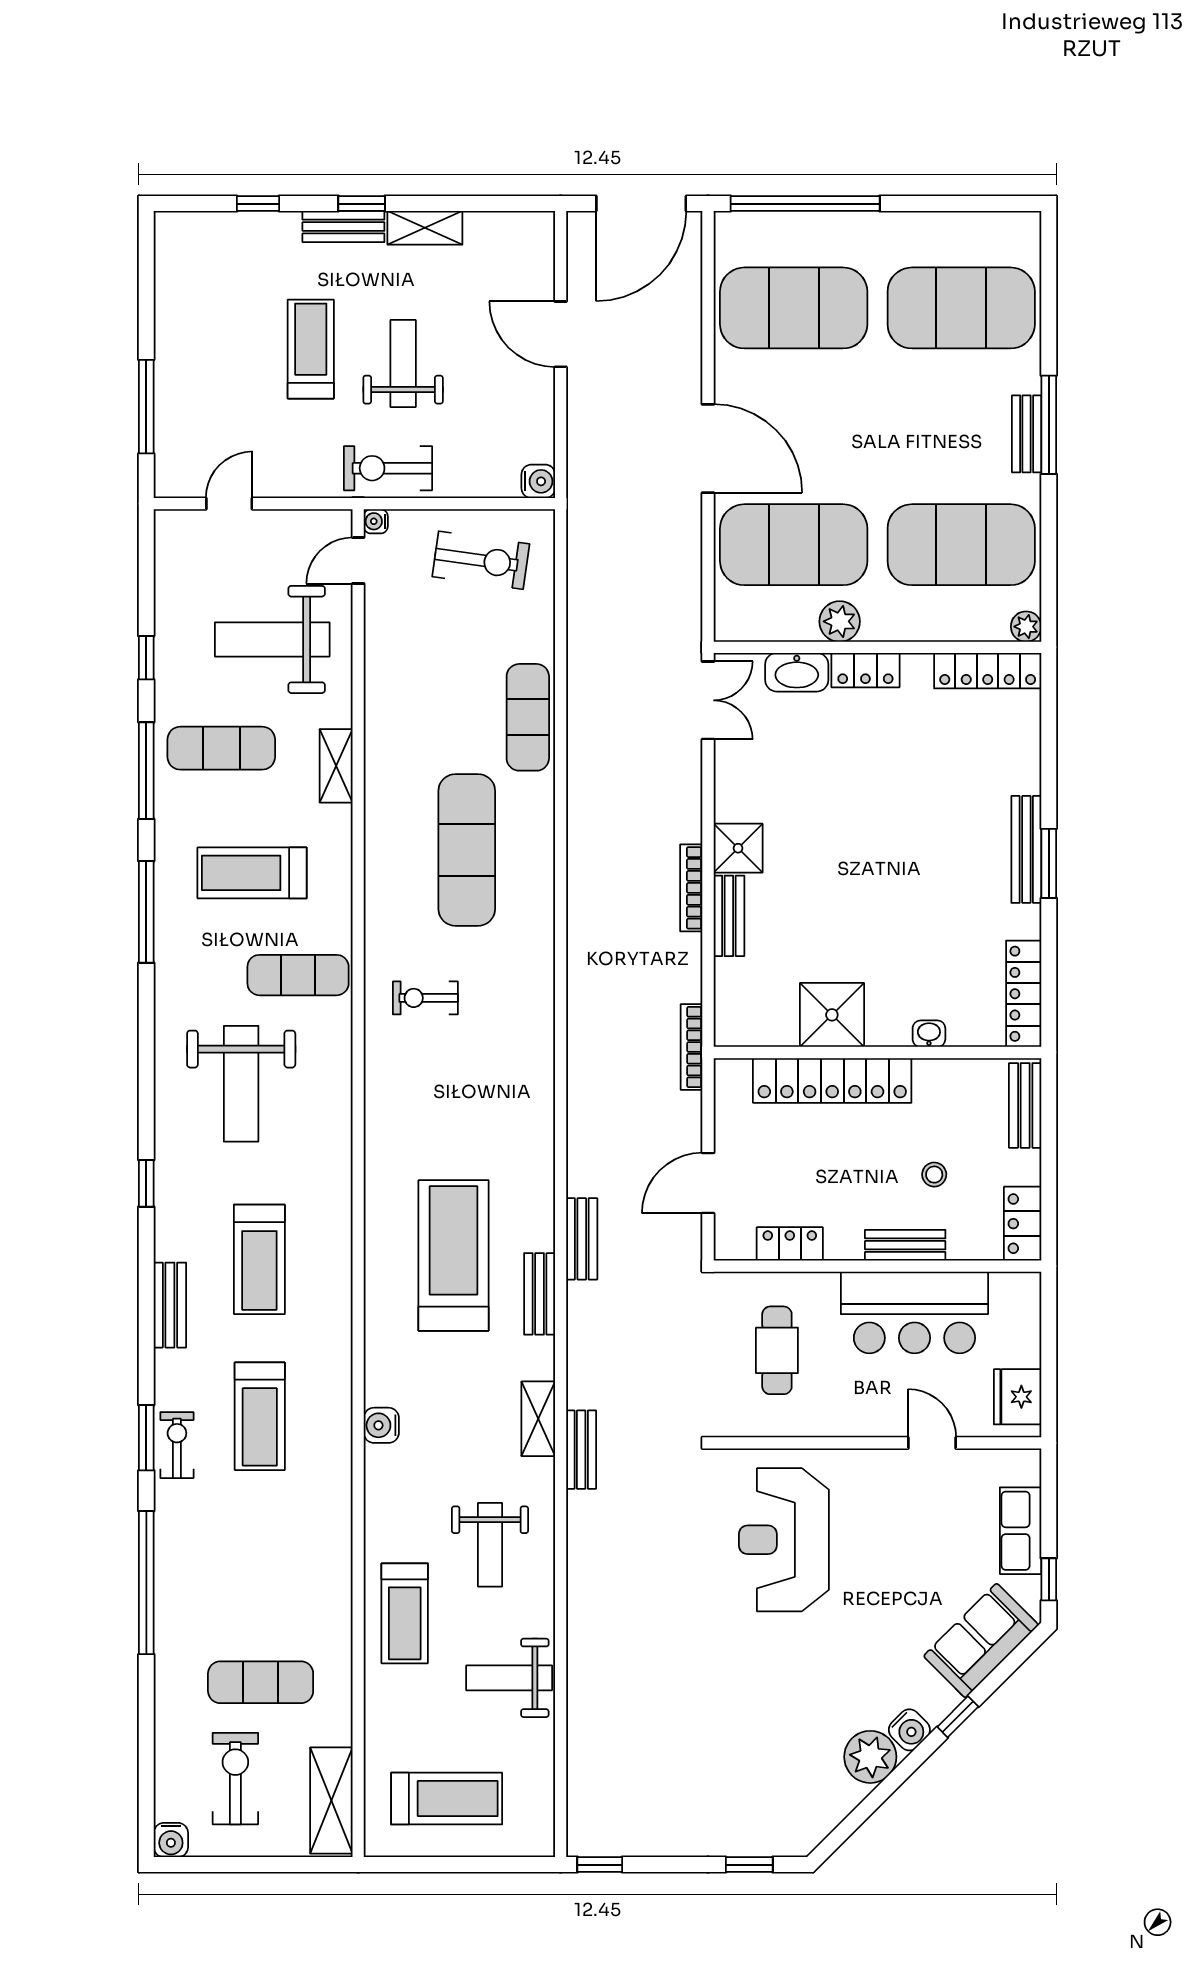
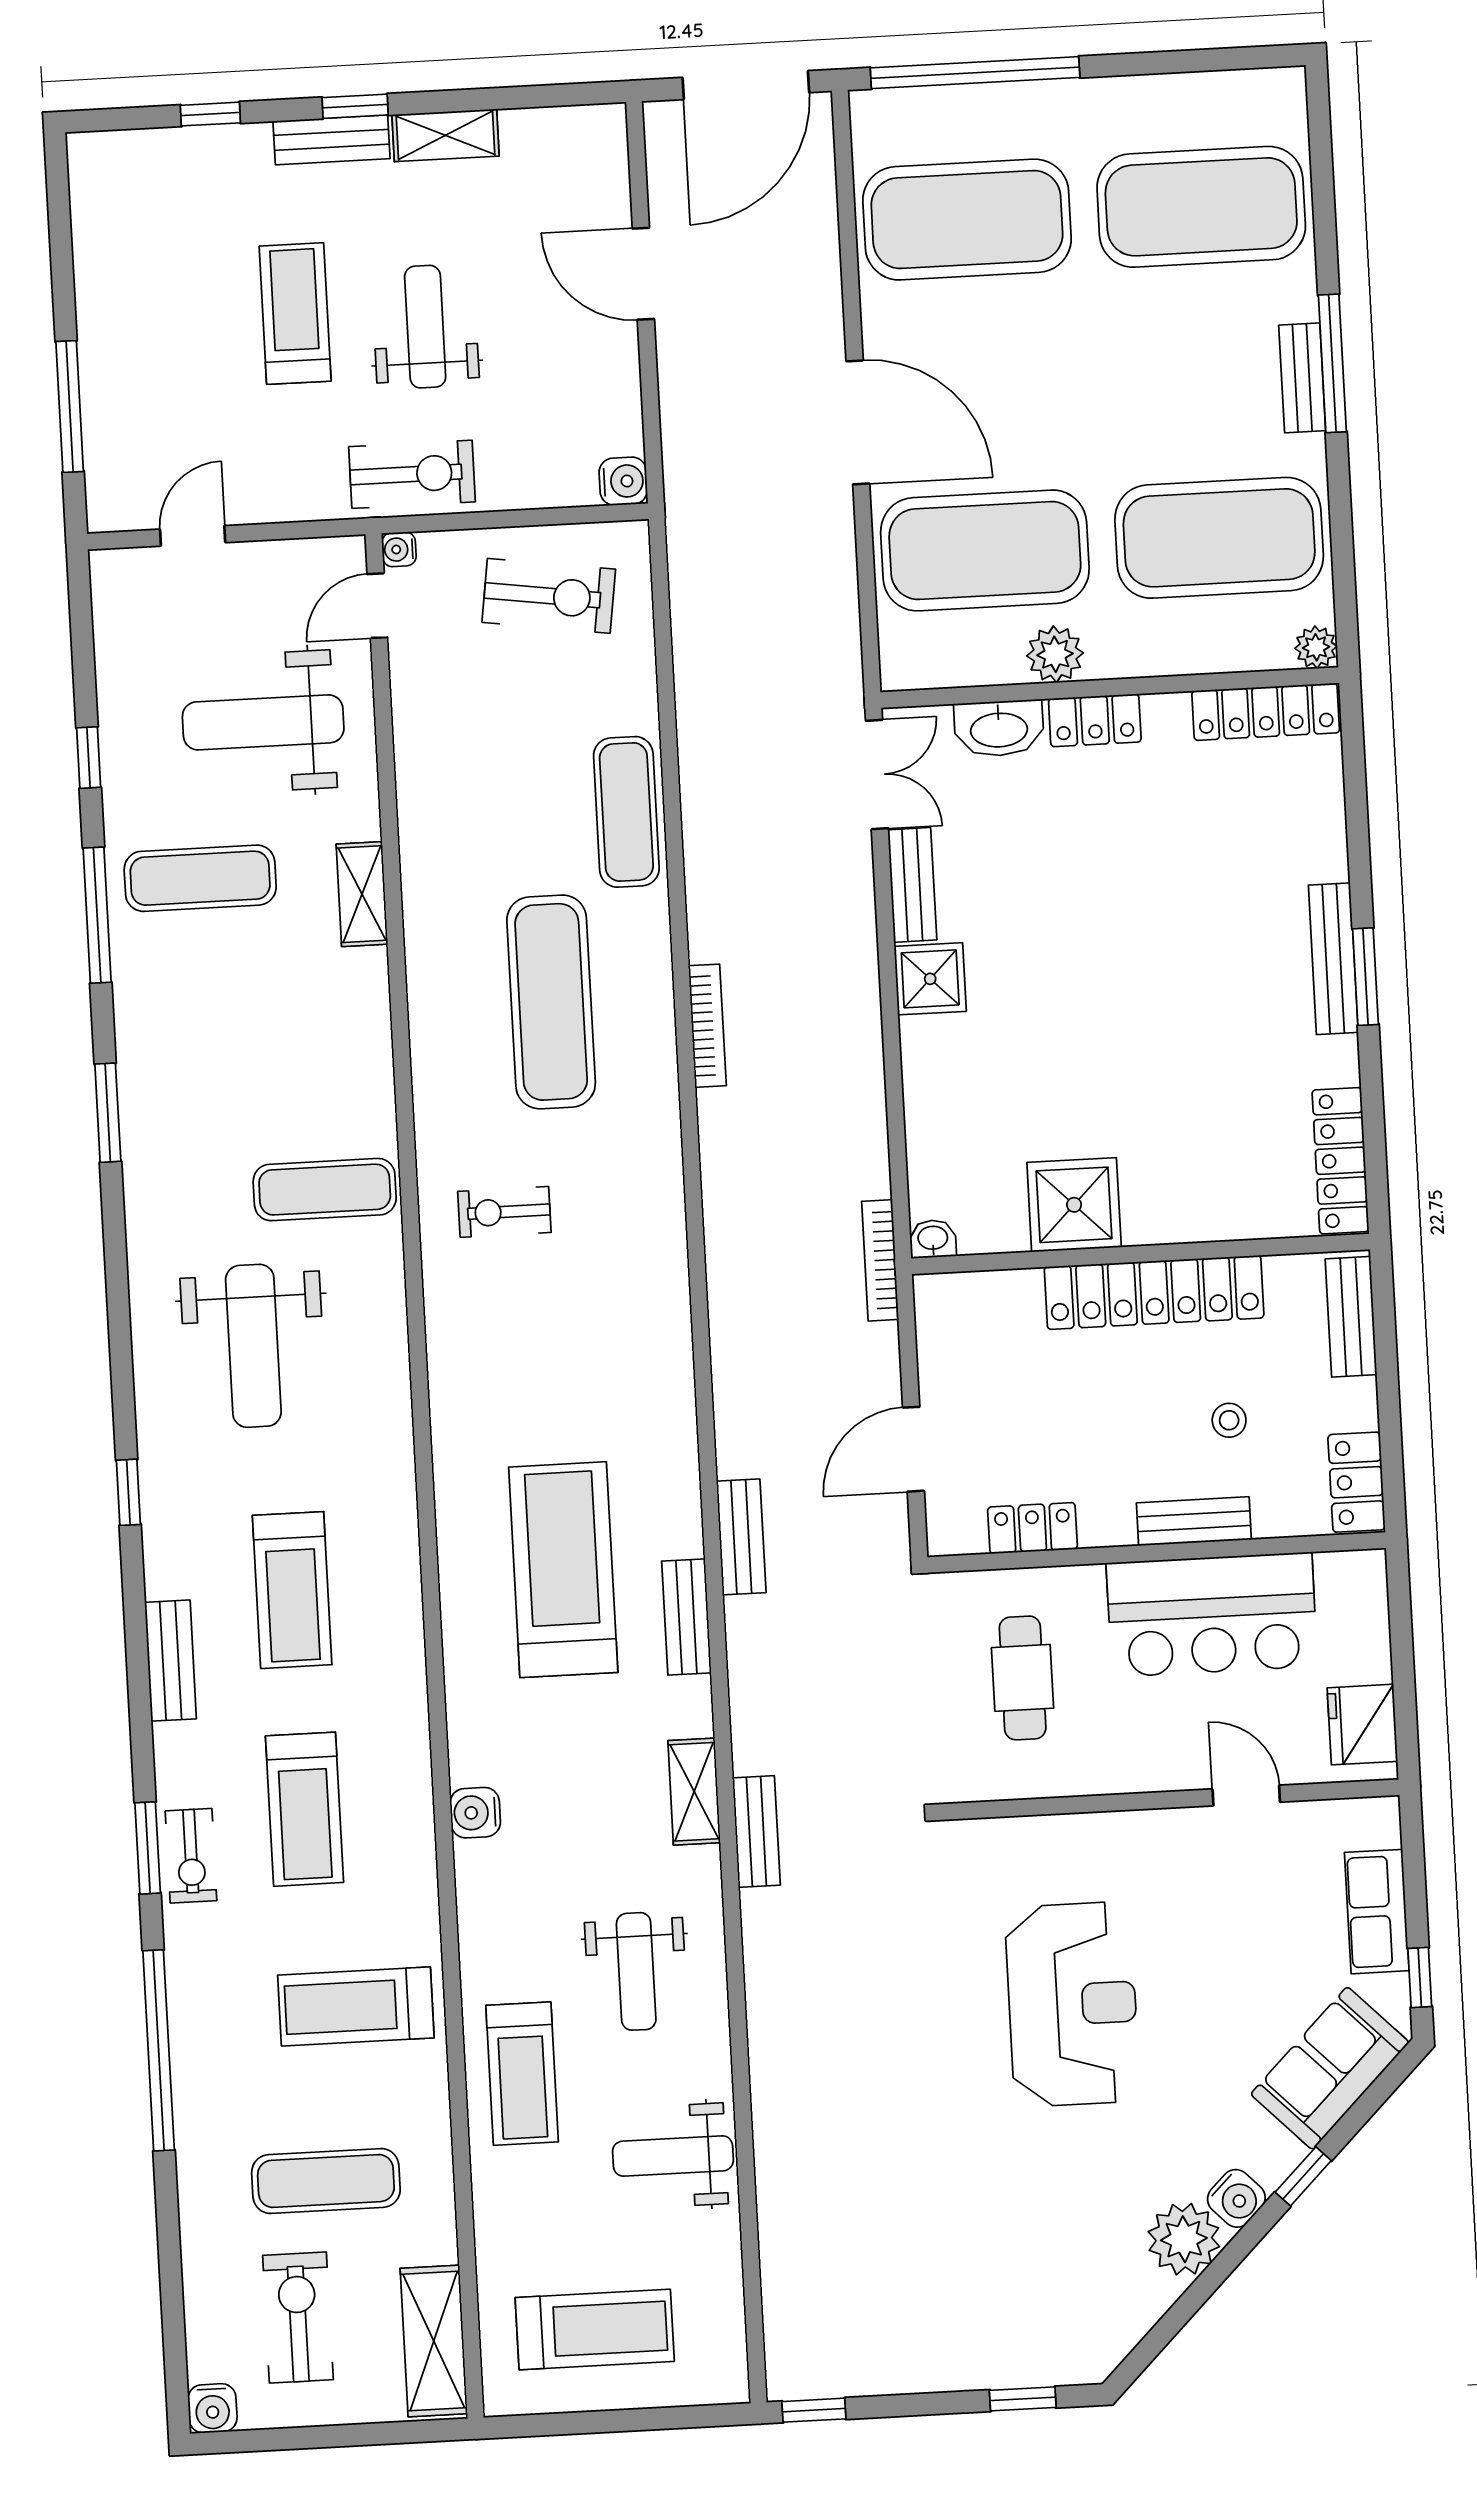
exercise bike: (388, 468) -> (412, 474), turned 180
treadmill: (252, 873) -> (356, 2006), moved
bookcase: (691, 888) -> (707, 1026), moved, turned 180
window: (146, 912) -> (108, 1113), width x0.69
bench: (729, 916) -> (912, 885), moved
washbasin: (929, 1034) -> (933, 1239), moved
locker: (832, 1080) -> (1154, 1292), moved
exercise bike: (177, 1445) -> (191, 1856), turned 180
reception desk: (784, 1540) -> (1072, 2004), moved, turned 180

